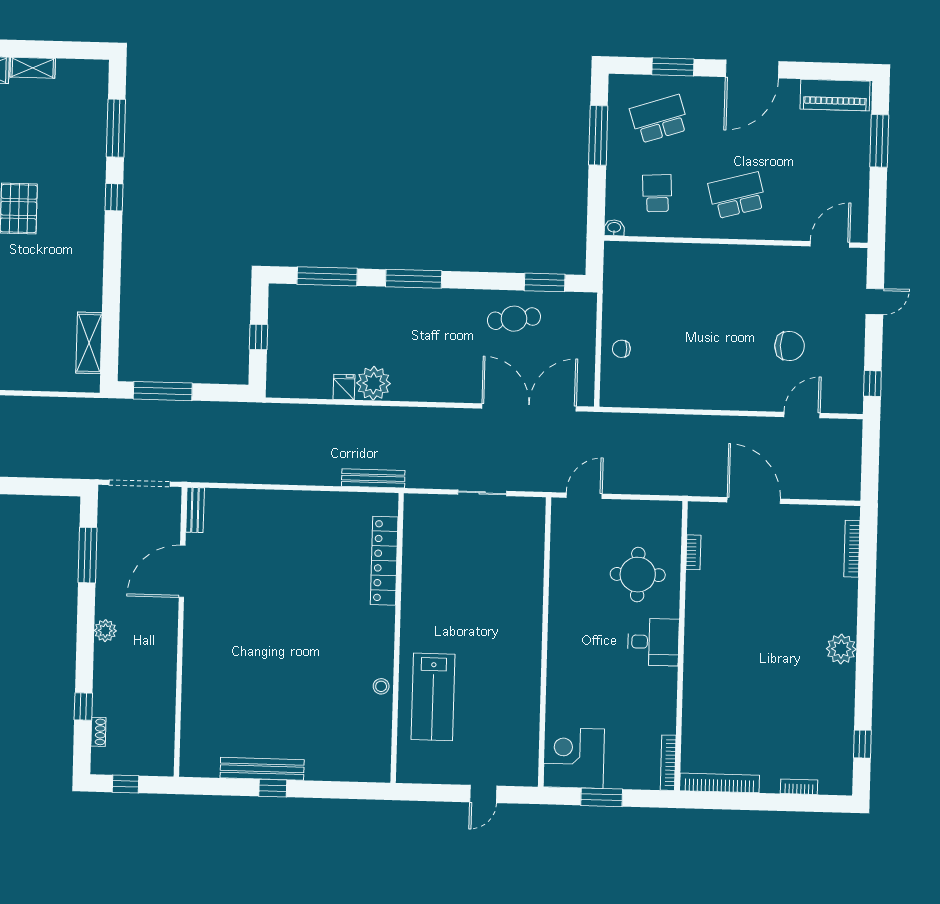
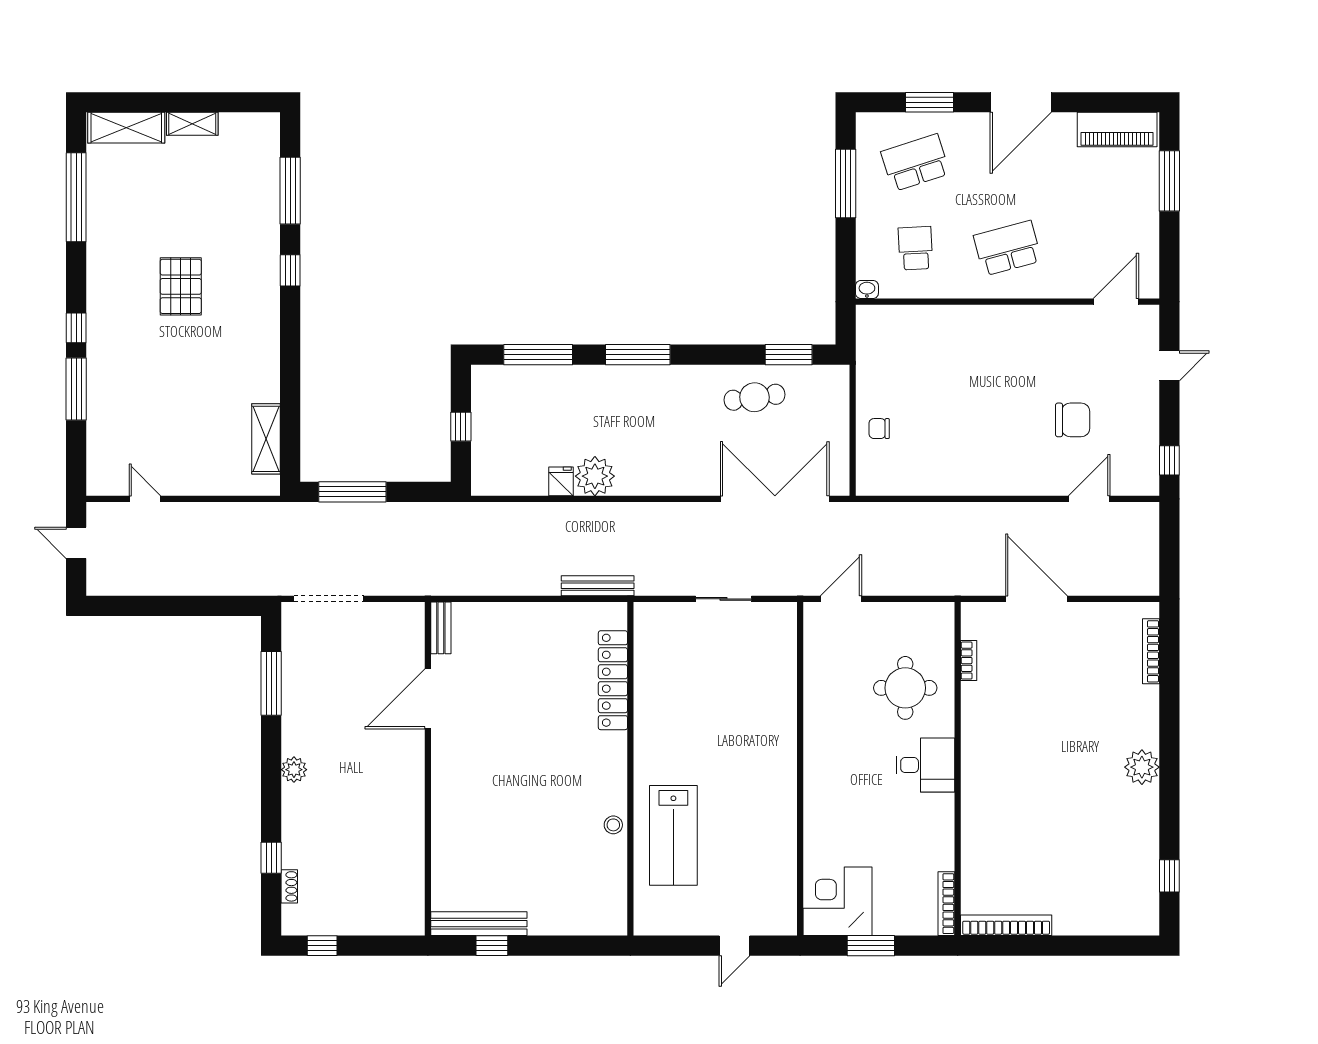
bench: (195, 510) -> (441, 628), moved
door: (182, 571) -> (428, 699), moved
wall: (180, 632) -> (428, 769), moved
bookcase: (799, 787) -> (1098, 927), removed

